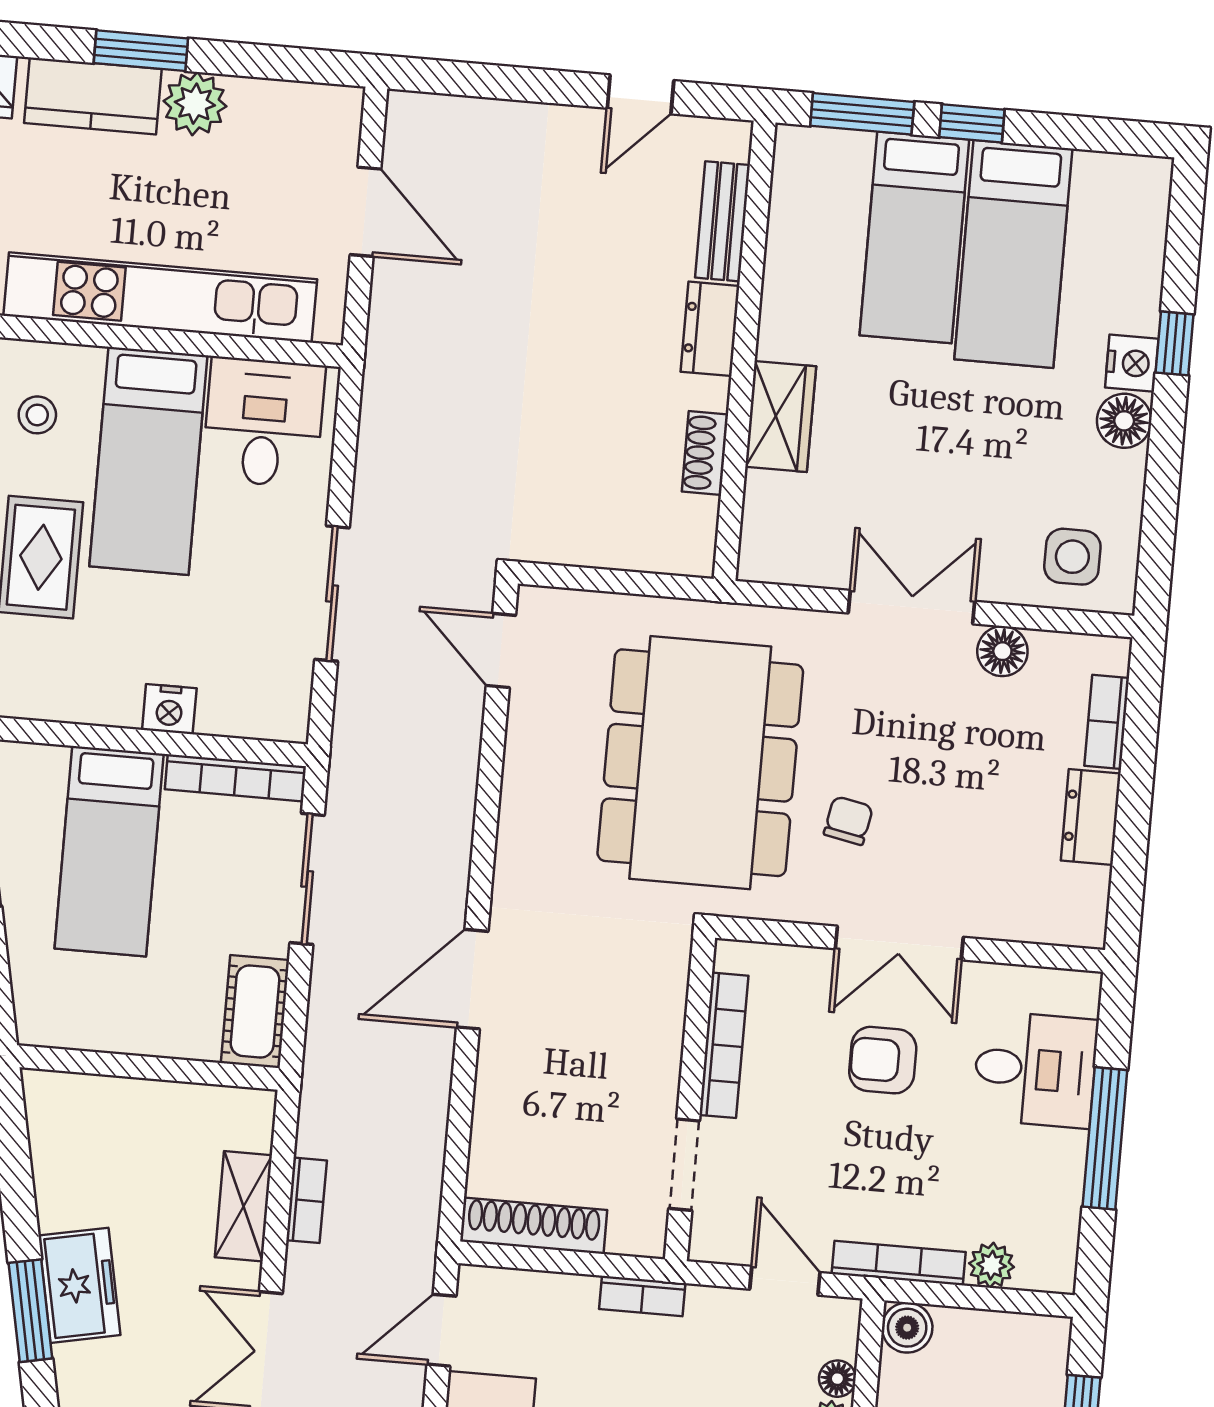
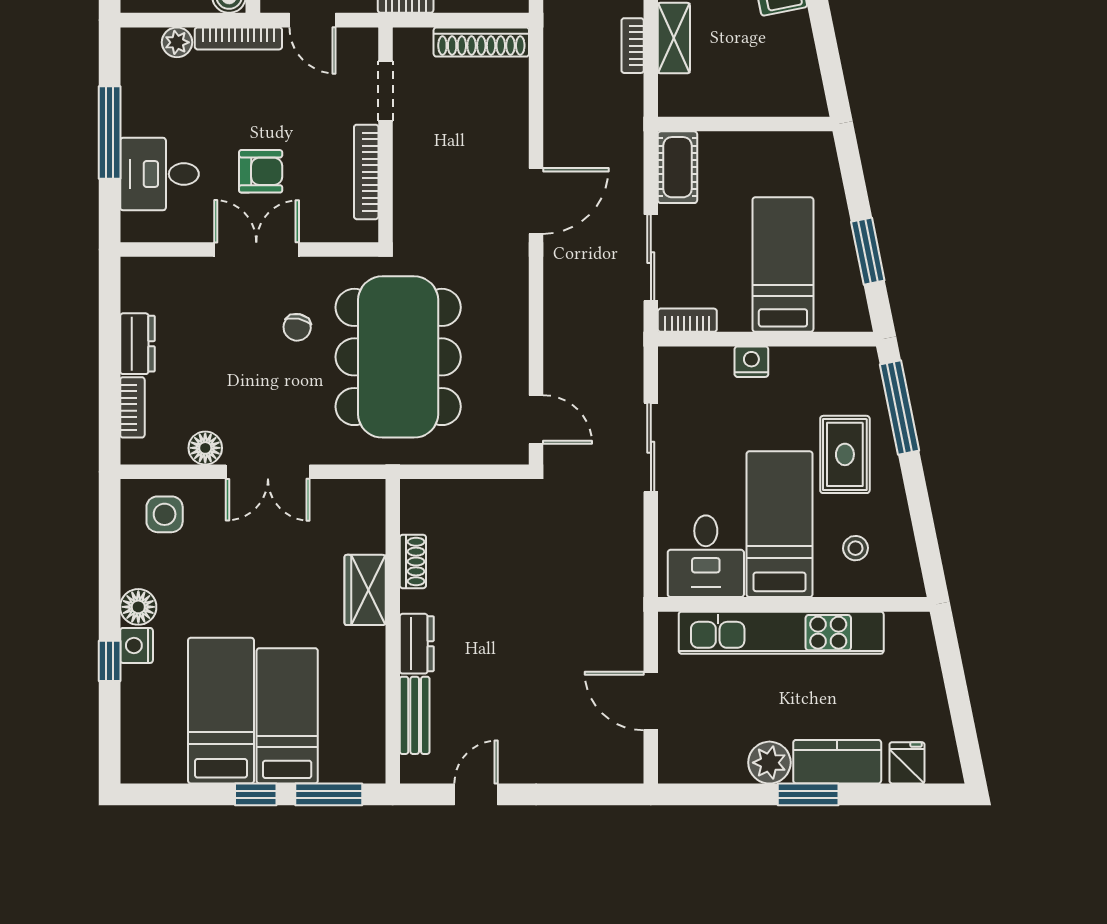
bookcase: (235, 778) -> (687, 320), width x0.64

